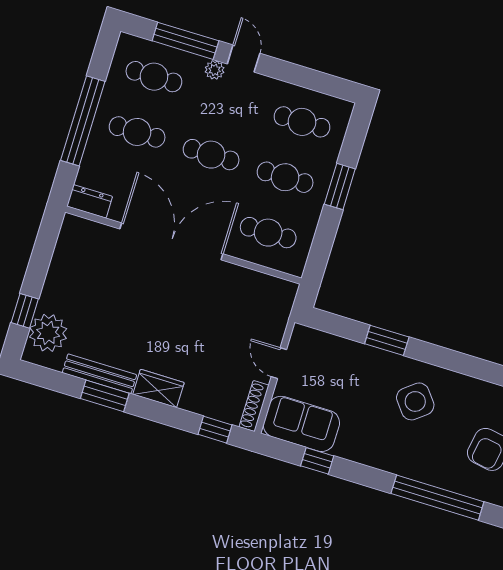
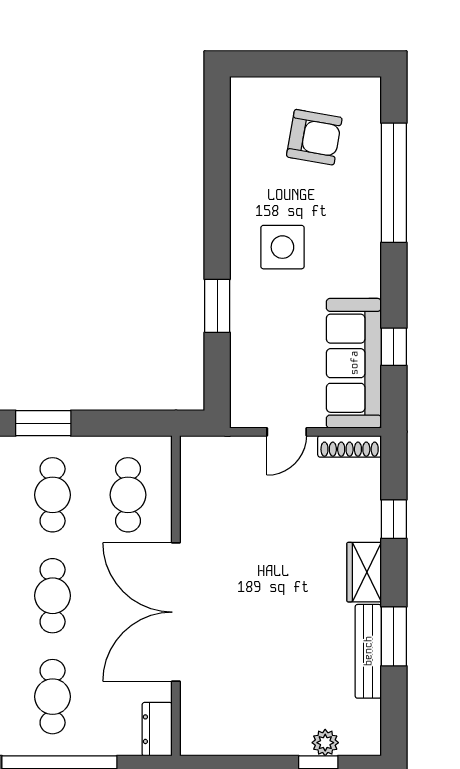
plant: (48, 333) -> (325, 743), width x0.53, depth x0.53
side table: (415, 401) -> (282, 247), turned 38
sofa: (301, 424) -> (354, 363), width x1.36
window: (215, 430) -> (394, 519), moved

